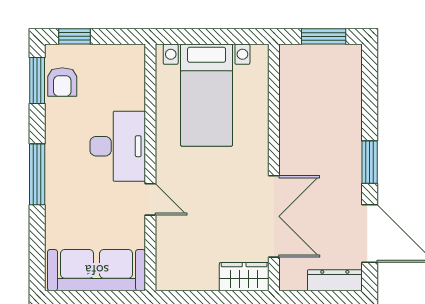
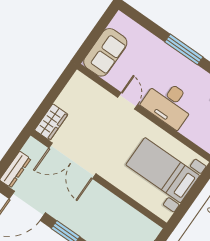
door: (150, 199) -> (128, 101), swing flipped
sofa: (97, 270) -> (105, 52), width x0.73

